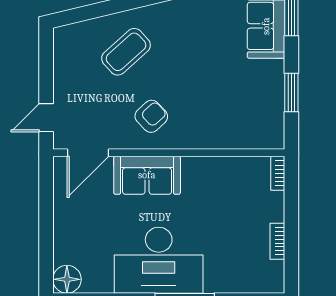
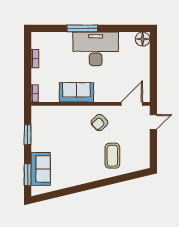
coffee table: (126, 52) -> (112, 156), turned -48
sofa: (147, 175) -> (76, 92), moved

